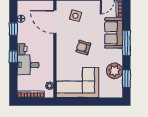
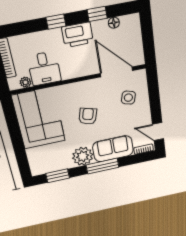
door: (55, 22) -> (117, 72), hinge flipped
printer: (22, 49) -> (78, 35), width x1.87, depth x1.48
desk: (28, 65) -> (44, 69), moved, turned 180
plant: (114, 71) -> (83, 156), moved

